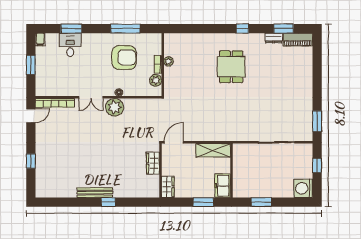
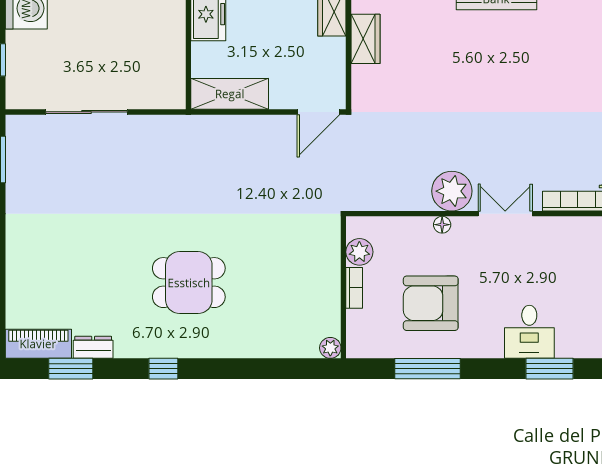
desk: (70, 45) -> (529, 332), moved
plant: (169, 61) -> (330, 348), moved
dining table: (231, 67) -> (189, 283), turned 90
wardrobe: (153, 163) -> (365, 39), moved

